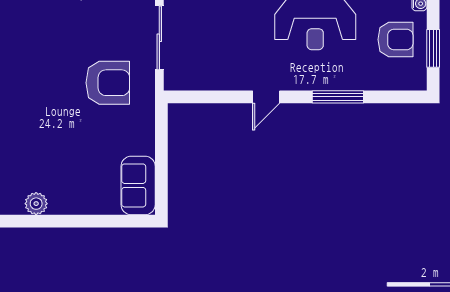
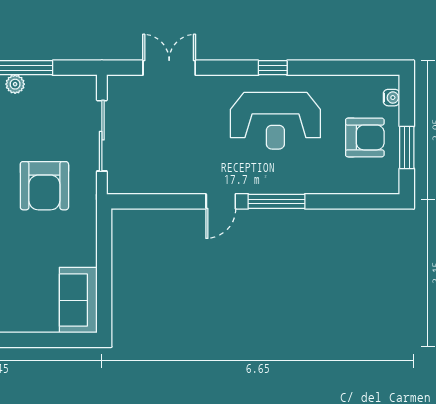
armchair: (108, 83) -> (44, 186), turned 90
window: (338, 97) -> (276, 201), moved

